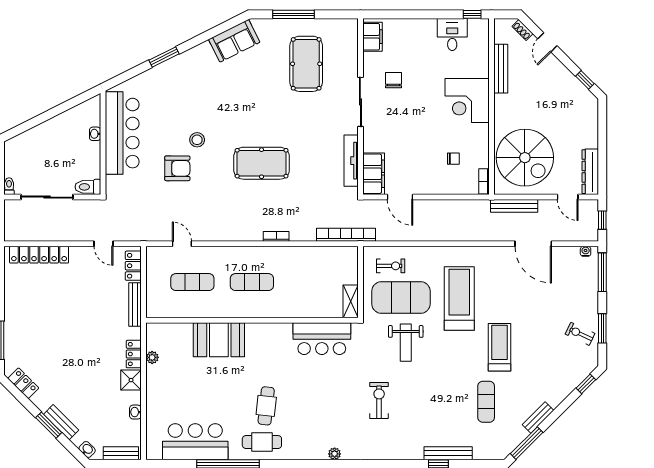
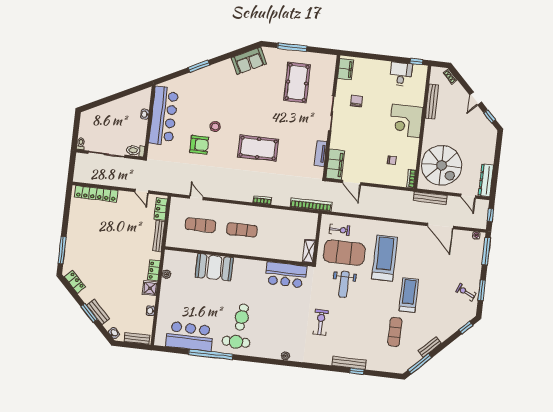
door: (547, 42) -> (476, 98), moved
tv unit: (351, 161) -> (321, 153), width x0.71
bench: (448, 453) -> (349, 363), moved

